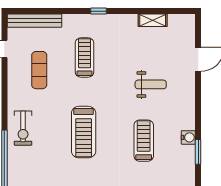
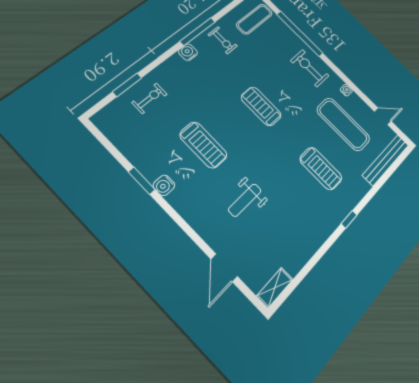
shelving: (153, 20) -> (275, 288), moved
exercise mat: (39, 70) -> (343, 124), width x1.36, depth x1.45
water cooler: (12, 90) -> (346, 90), added
treadmill: (84, 132) -> (261, 106), width x0.73, depth x0.73

